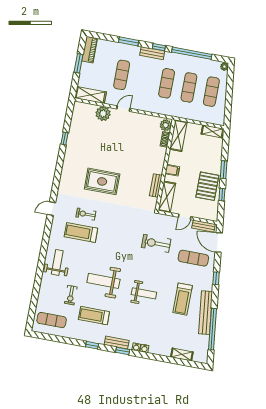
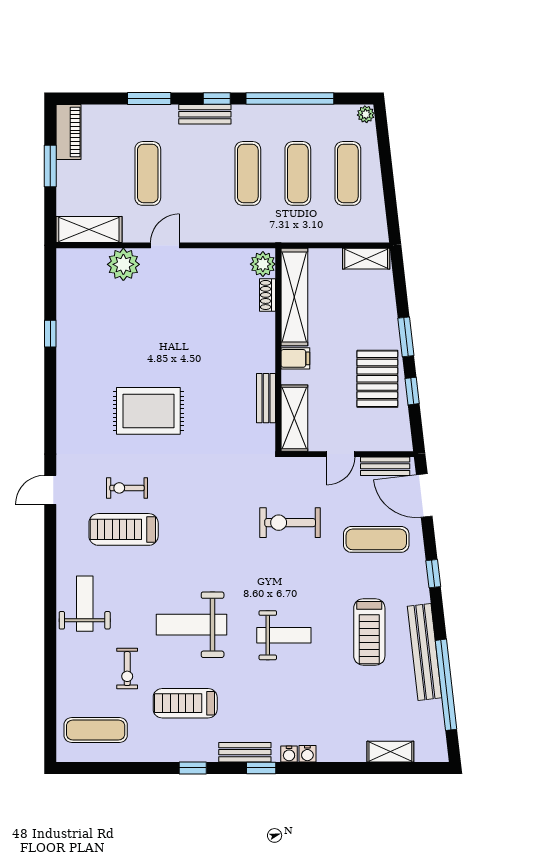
shelving: (178, 136) -> (294, 297), width x1.47

